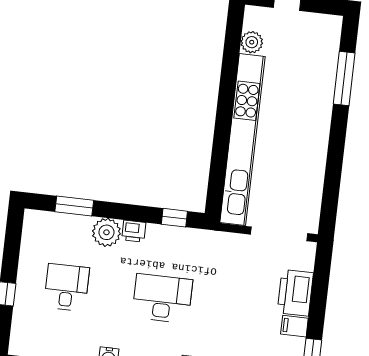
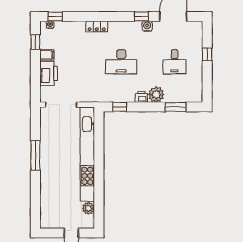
window: (344, 78) -> (35, 155), moved

